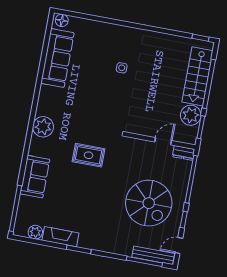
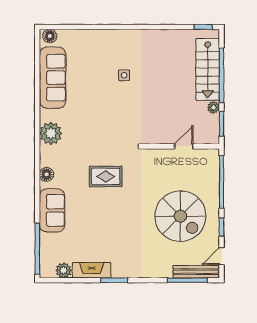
plant: (191, 115) -> (213, 108), width x0.53, depth x0.53
plant: (43, 127) -> (51, 133), moved
floor lamp: (36, 144) -> (46, 174), added
dresser: (183, 153) -> (208, 155), removed

